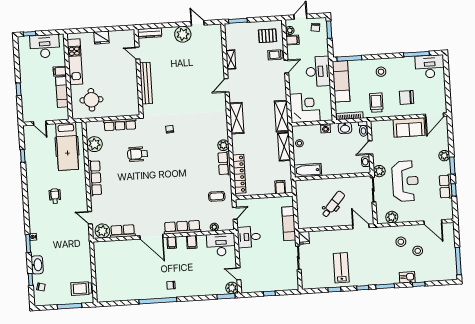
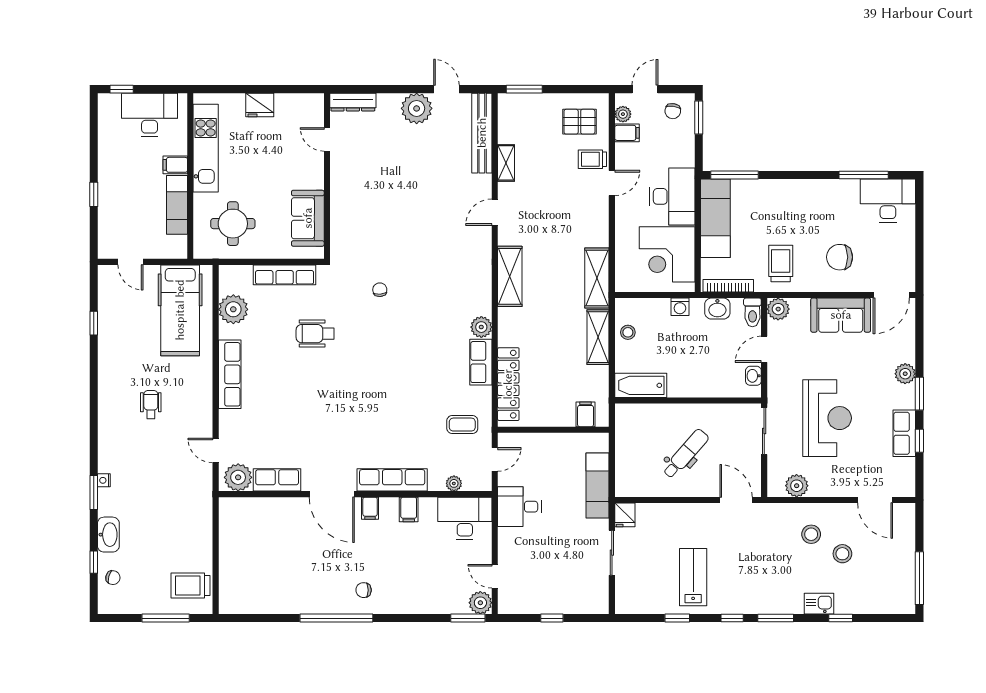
stool: (381, 72) -> (794, 205), removed
bench: (146, 83) -> (482, 133), moved
sofa: (130, 95) -> (308, 218), added
corner desk: (305, 108) -> (667, 254), moved, turned 180
plant: (379, 171) -> (778, 309), moved

